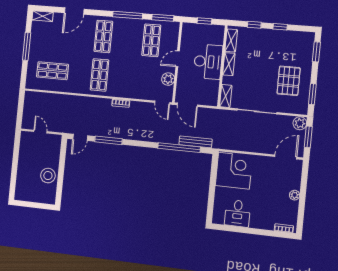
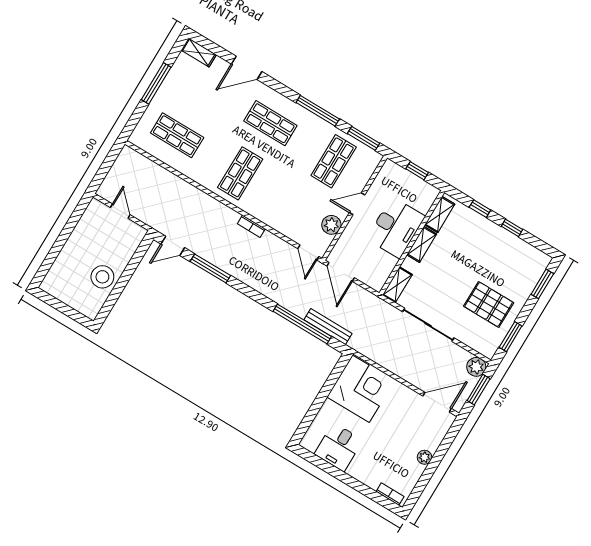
shop shelf: (103, 36) -> (270, 123), turned 90
pallet: (289, 81) -> (489, 304), turned 90

